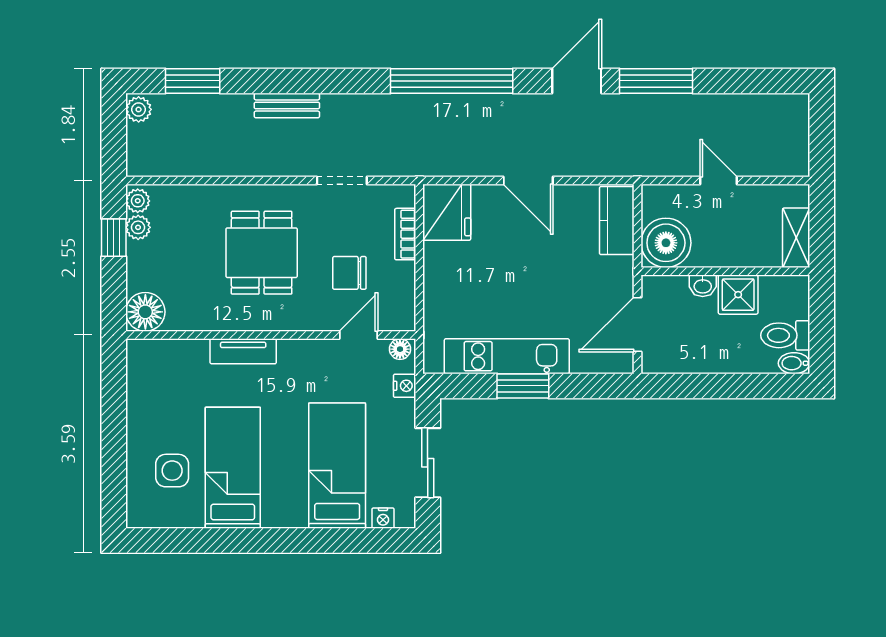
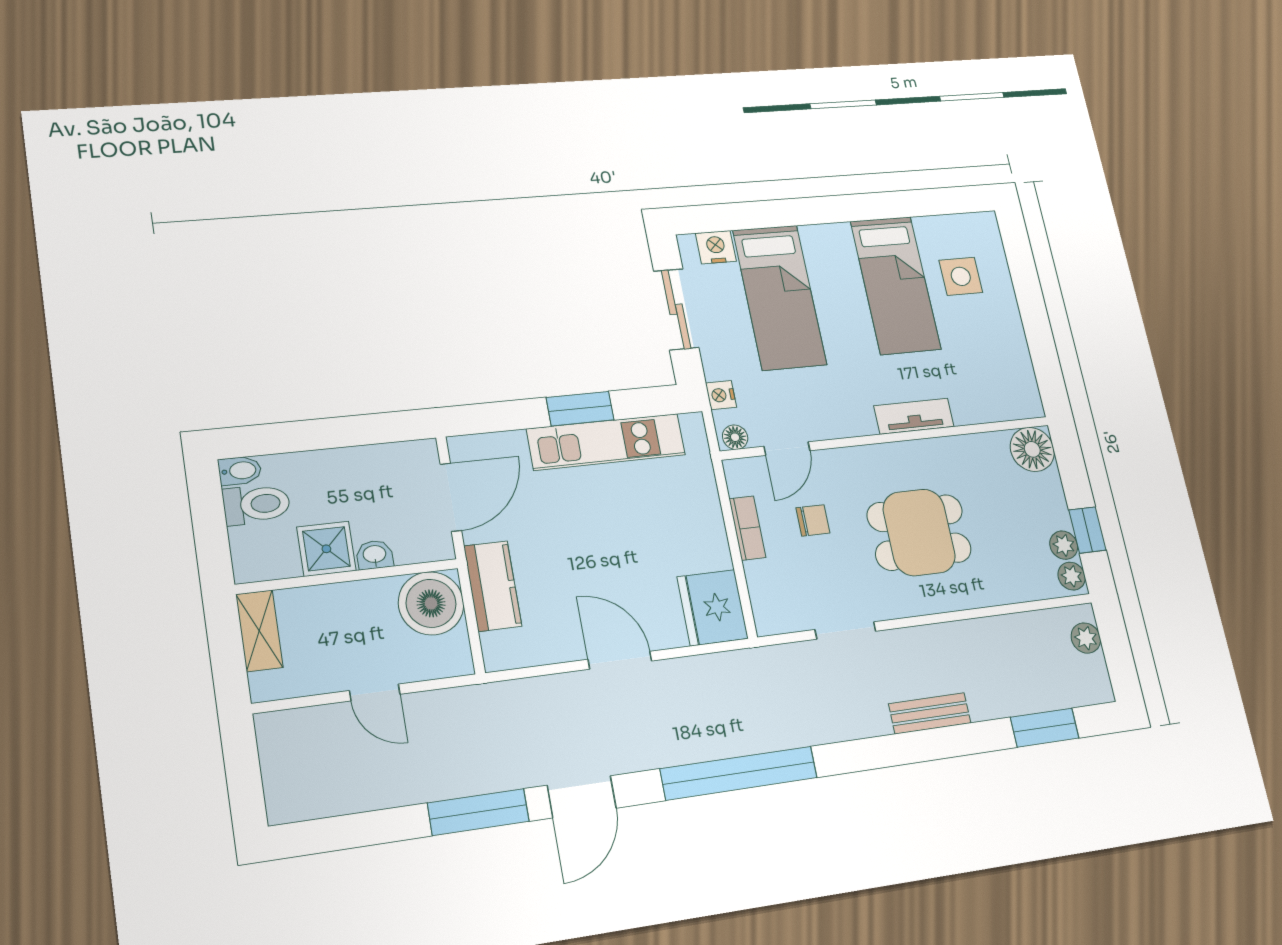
plant: (139, 109) -> (1086, 638), moved
kitchen counter: (617, 221) -> (493, 586), moved
bookcase: (405, 234) -> (747, 528), moved
dining table: (262, 253) -> (919, 532), turned 90
chair: (349, 273) -> (813, 520), width x0.73, depth x0.73
nightstand: (383, 518) -> (716, 247), width x1.39, depth x1.35

